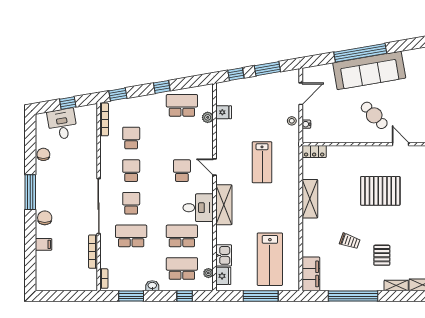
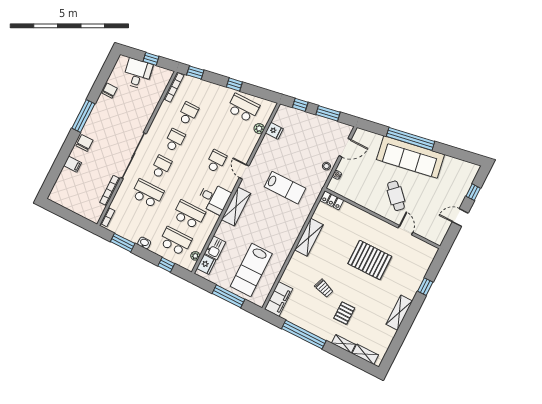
lab bench: (262, 162) -> (285, 188), turned -90

